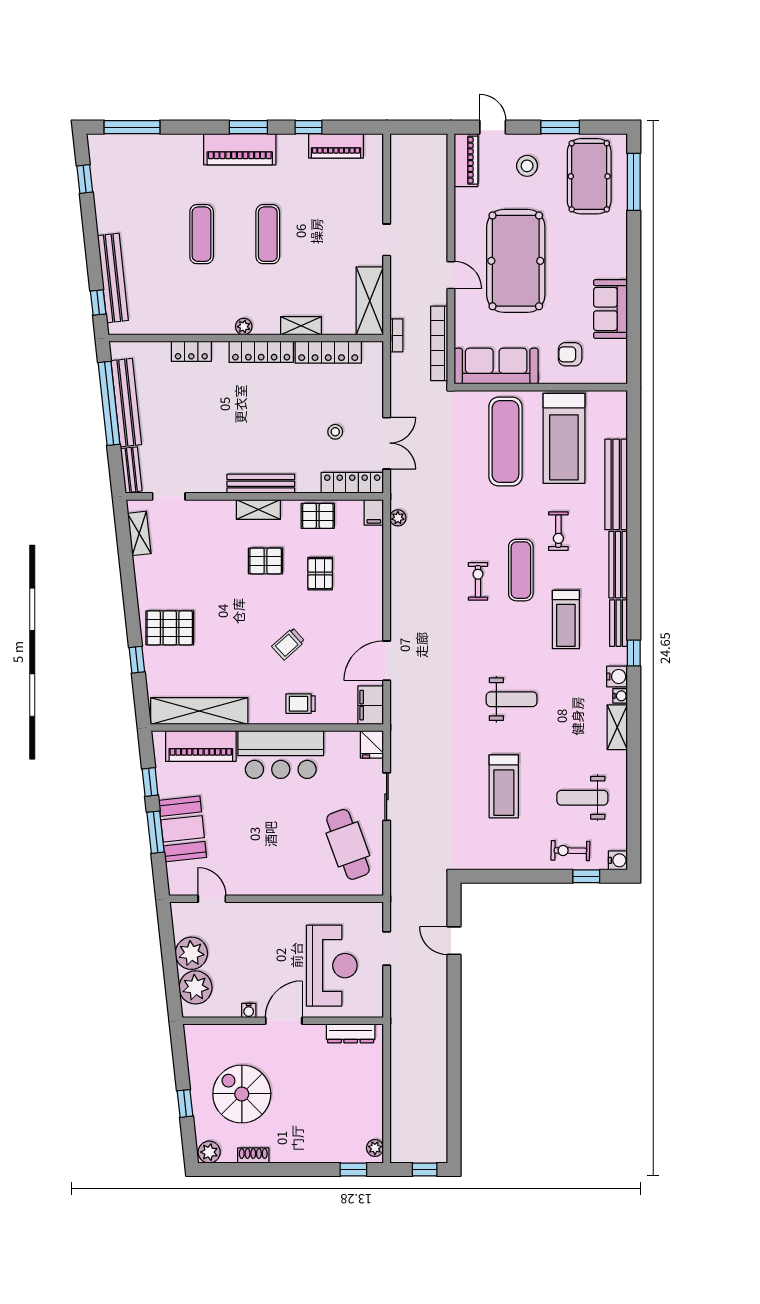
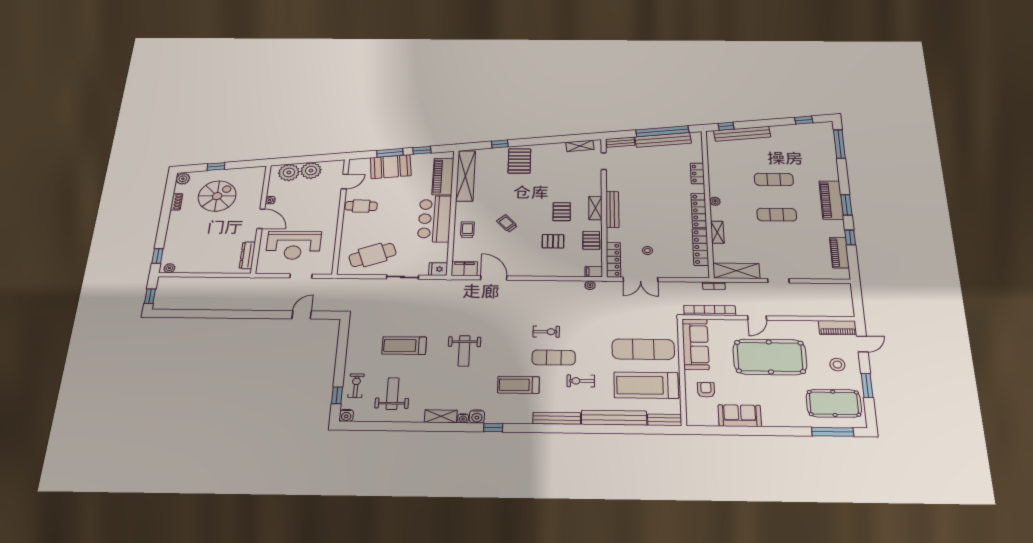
bench: (619, 623) -> (664, 420), moved
cafe table: (258, 869) -> (361, 206), added

